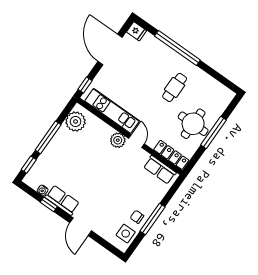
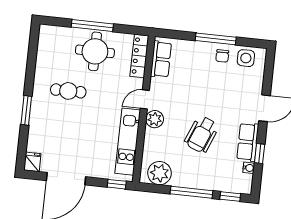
window: (177, 48) -> (26, 110), width x0.47
wheelchair: (87, 169) -> (202, 134), added

